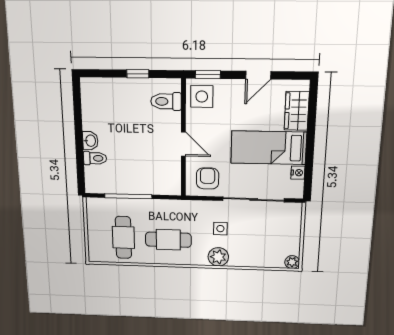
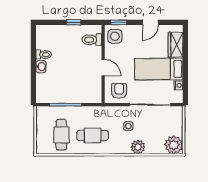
toilet: (95, 158) -> (44, 55), moved
plant: (218, 257) -> (138, 147), moved
plant: (292, 262) -> (174, 145), width x1.88, depth x1.88

